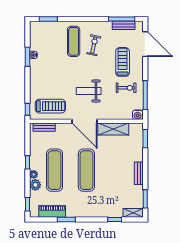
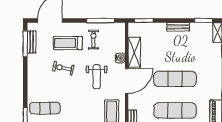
exercise mat: (74, 41) -> (45, 108), moved
exercise bike: (94, 45) -> (63, 68), moved
water cooler: (138, 115) -> (120, 58), moved

